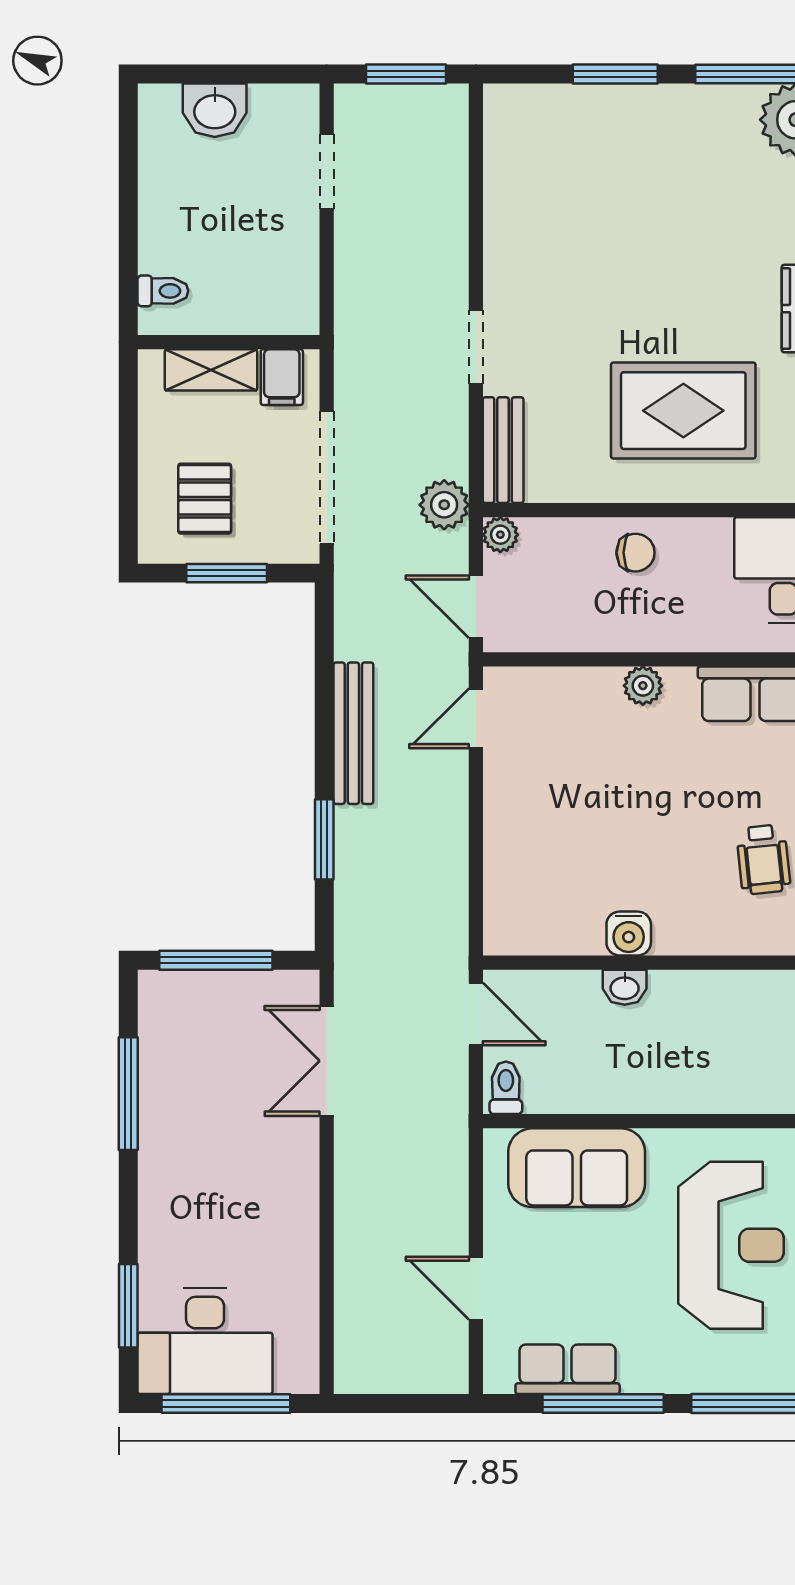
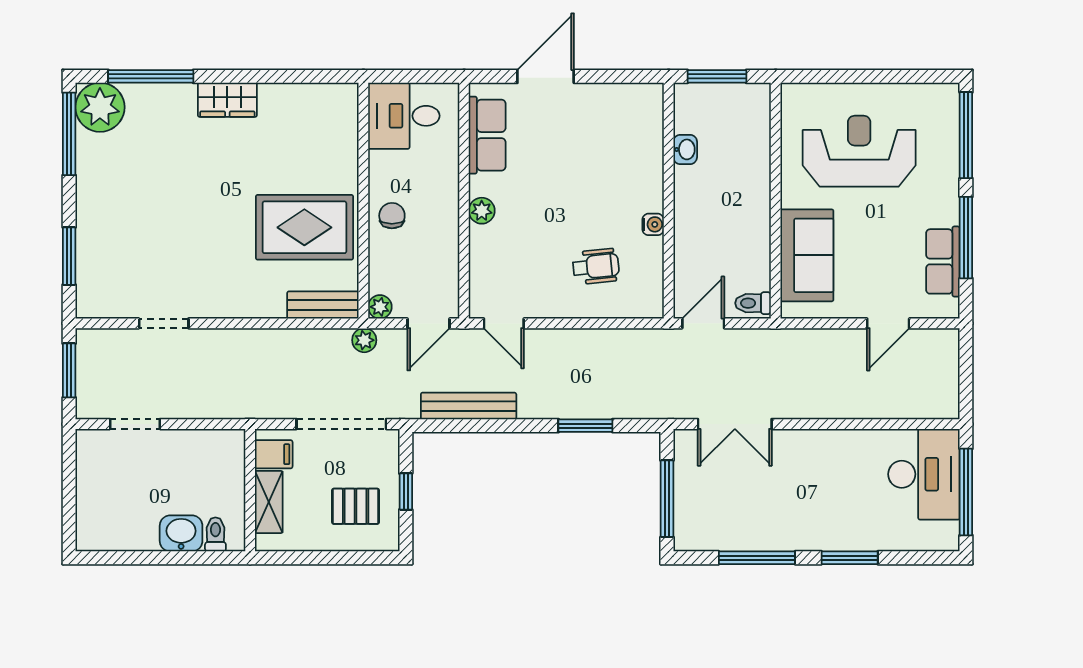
window: (615, 74) -> (69, 256), moved
washbasin: (215, 110) -> (181, 533), moved, turned -90
doorway: (476, 347) -> (164, 323), moved
rug: (683, 411) -> (304, 227), moved, turned 90
plant: (444, 505) -> (364, 340), width x0.73, depth x0.73
window: (227, 573) -> (406, 491), width x0.67
bench: (353, 733) -> (469, 406), moved
wheelchair: (763, 859) -> (596, 266), moved
water cooler: (629, 934) -> (653, 224), width x0.72, depth x0.72
washbasin: (625, 987) -> (685, 149), moved
window: (128, 1306) -> (850, 558), moved
desk: (205, 1341) -> (924, 474), moved

